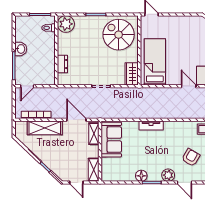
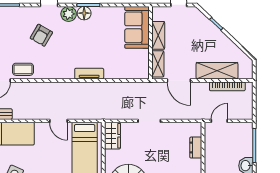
door: (27, 86) -> (219, 121), moved
door: (189, 86) -> (58, 121), moved
sofa: (111, 140) -> (137, 27), moved
shelving: (94, 170) -> (158, 35), moved
floor lamp: (141, 176) -> (84, 13), moved

